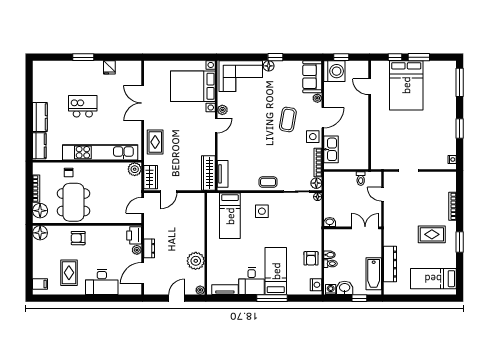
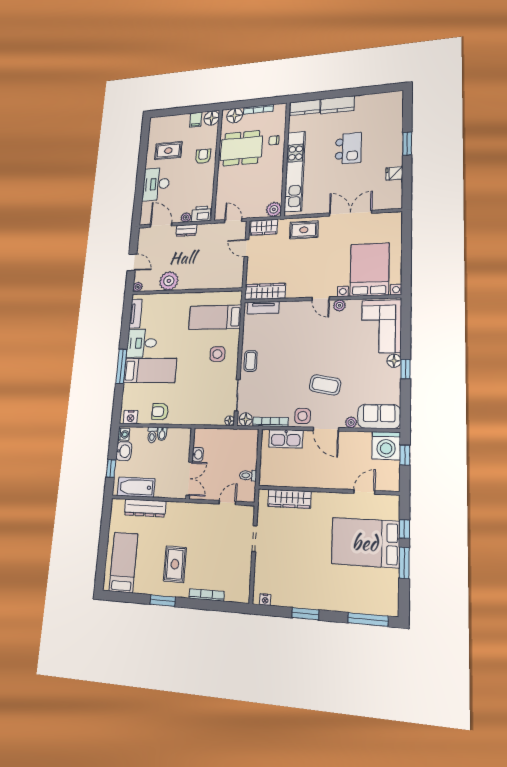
wardrobe: (377, 144) -> (289, 499), added
washbasin: (330, 222) -> (198, 454), moved
filing cabinet: (40, 284) -> (196, 120), moved

